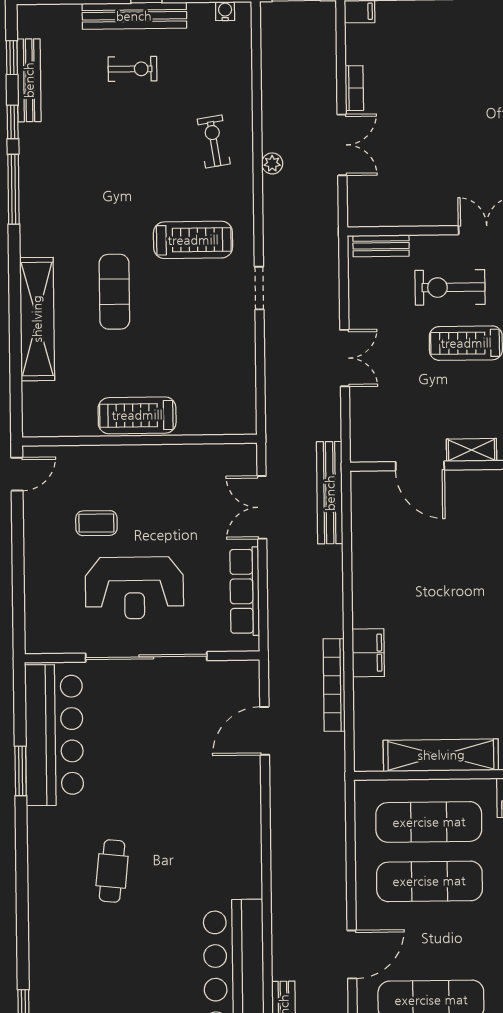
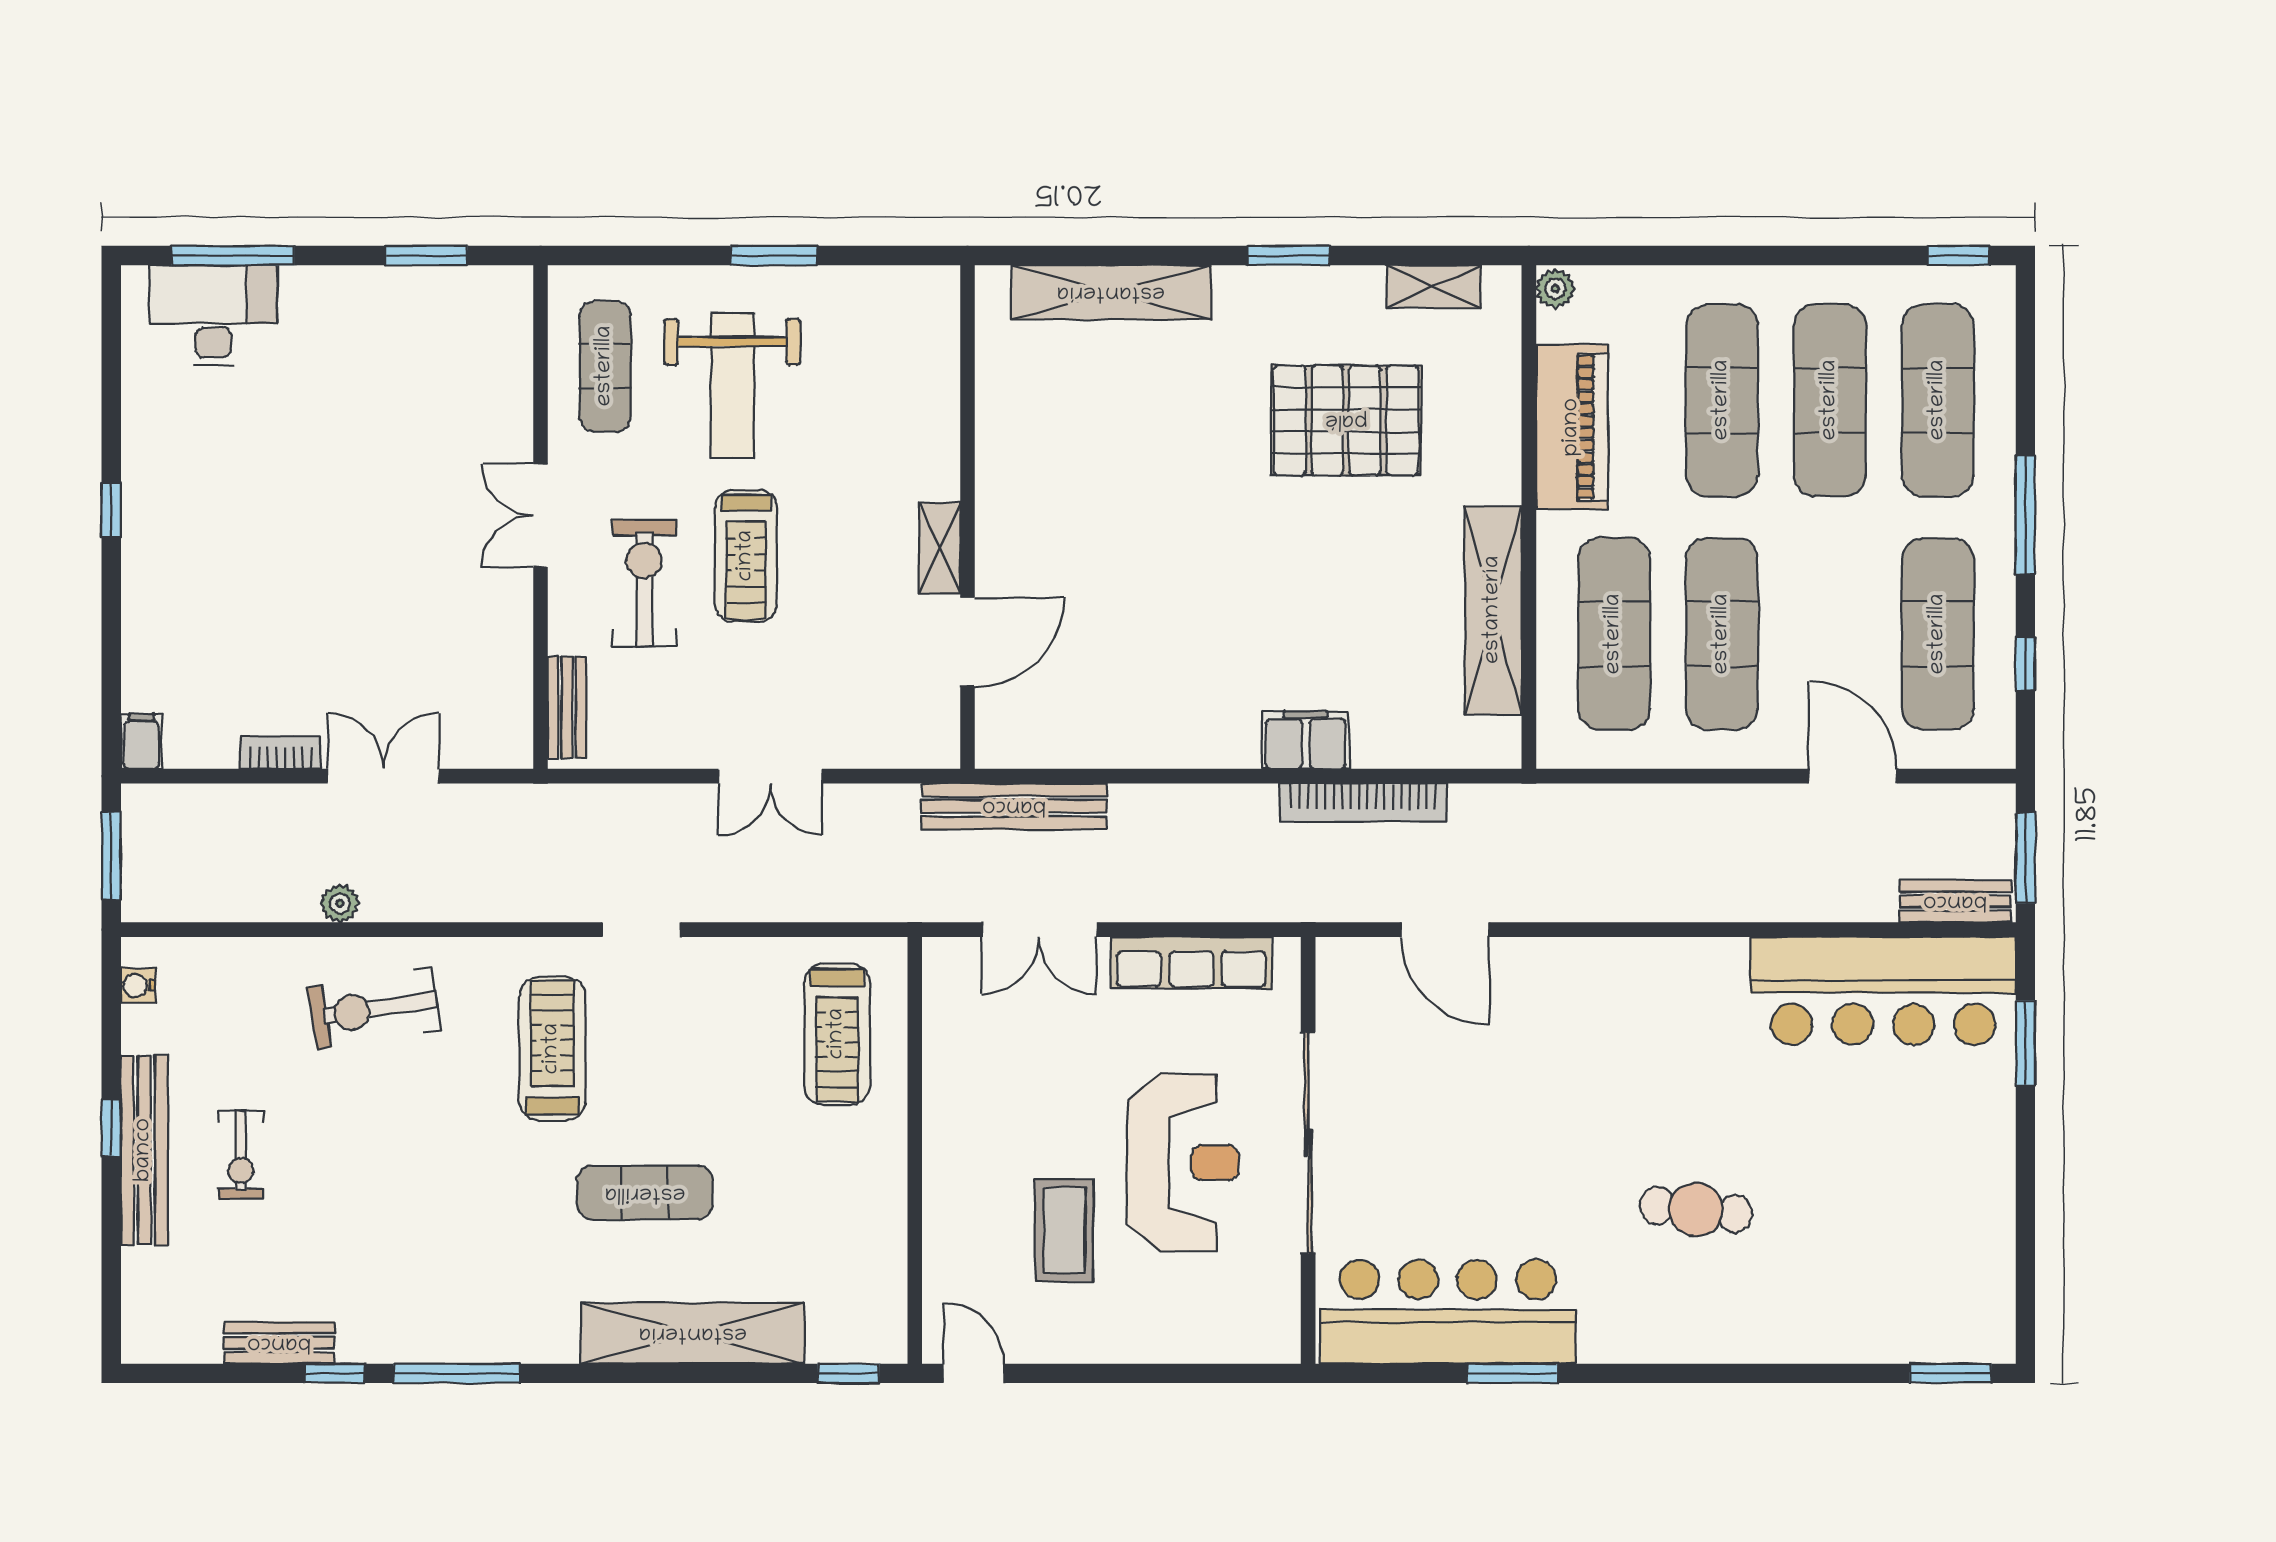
window: (12, 58) -> (849, 1373), moved
exercise bike: (132, 69) -> (241, 1155), turned 180
bench: (29, 80) -> (279, 1343), width x0.73
exercise bike: (214, 141) -> (374, 1009), width x1.38, depth x1.39
plant: (272, 163) -> (340, 903), moved
exercise bike: (450, 287) -> (644, 583), turned 180
double door: (345, 358) -> (770, 776), swing flipped
treadmill: (137, 415) -> (837, 1034), moved
coffee table: (96, 523) -> (1064, 1230), width x1.36, depth x1.30

